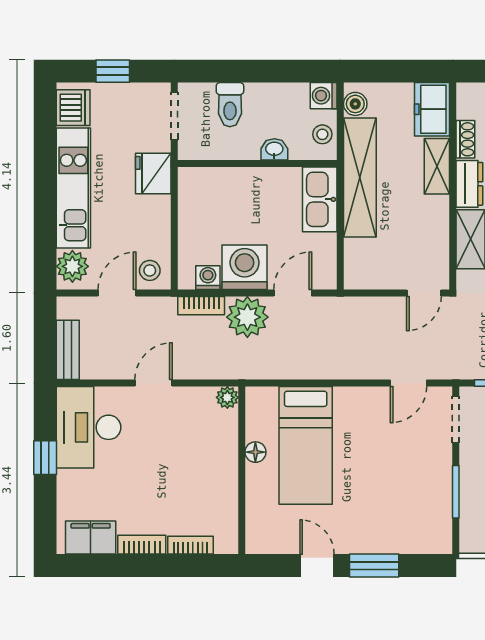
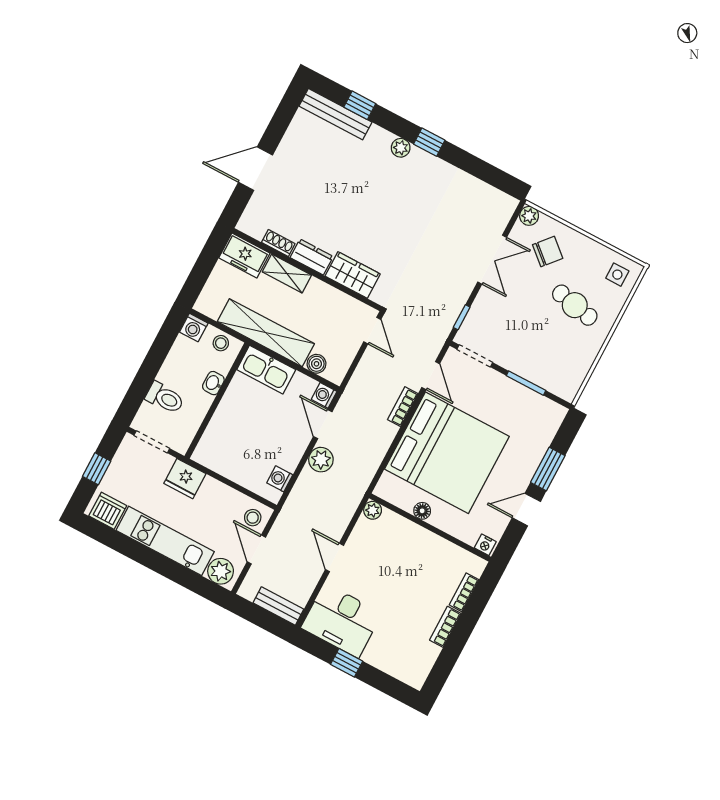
boiler: (355, 104) -> (316, 364), moved
washing machine: (245, 267) -> (324, 395), moved, width x0.53, depth x0.53
bookcase: (201, 306) -> (403, 407), moved, turned 180
plant: (247, 317) -> (321, 460), width x0.73, depth x0.73
bed: (306, 445) -> (447, 453), width x2.04
filing cabinet: (91, 538) -> (421, 661), removed
nightstand: (255, 541) -> (485, 545), added

